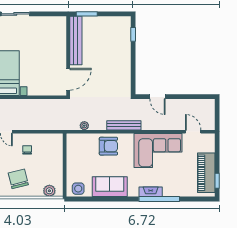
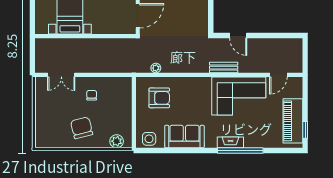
bench: (124, 125) -> (224, 68), moved, width x0.73
door: (193, 132) -> (278, 75), swing flipped
armchair: (108, 146) -> (159, 98), moved

